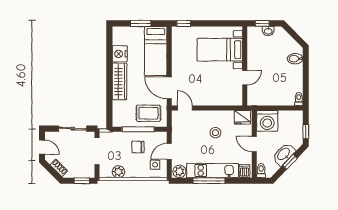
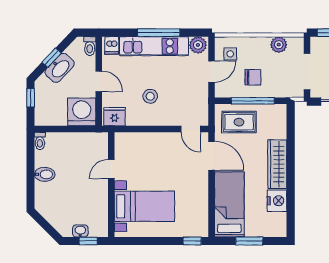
bidet: (295, 59) -> (45, 174), moved

